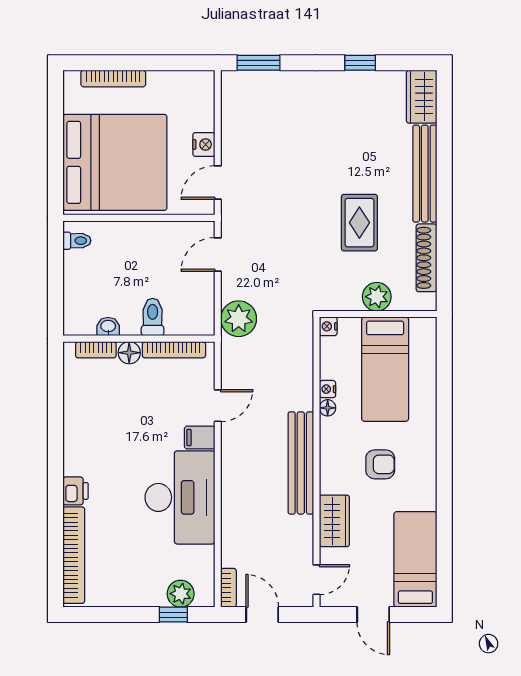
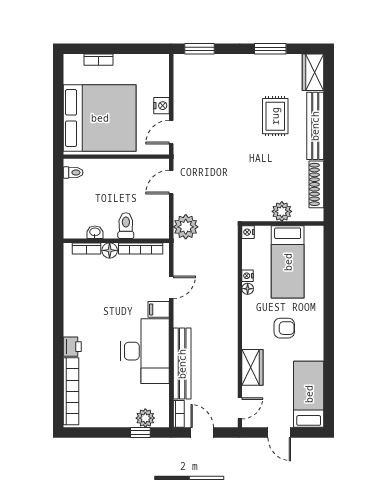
window: (360, 63) -> (270, 49), width x1.50
bookcase: (113, 79) -> (99, 60), width x0.64
rug: (359, 223) -> (275, 116), moved
bench: (301, 463) -> (182, 364), moved

